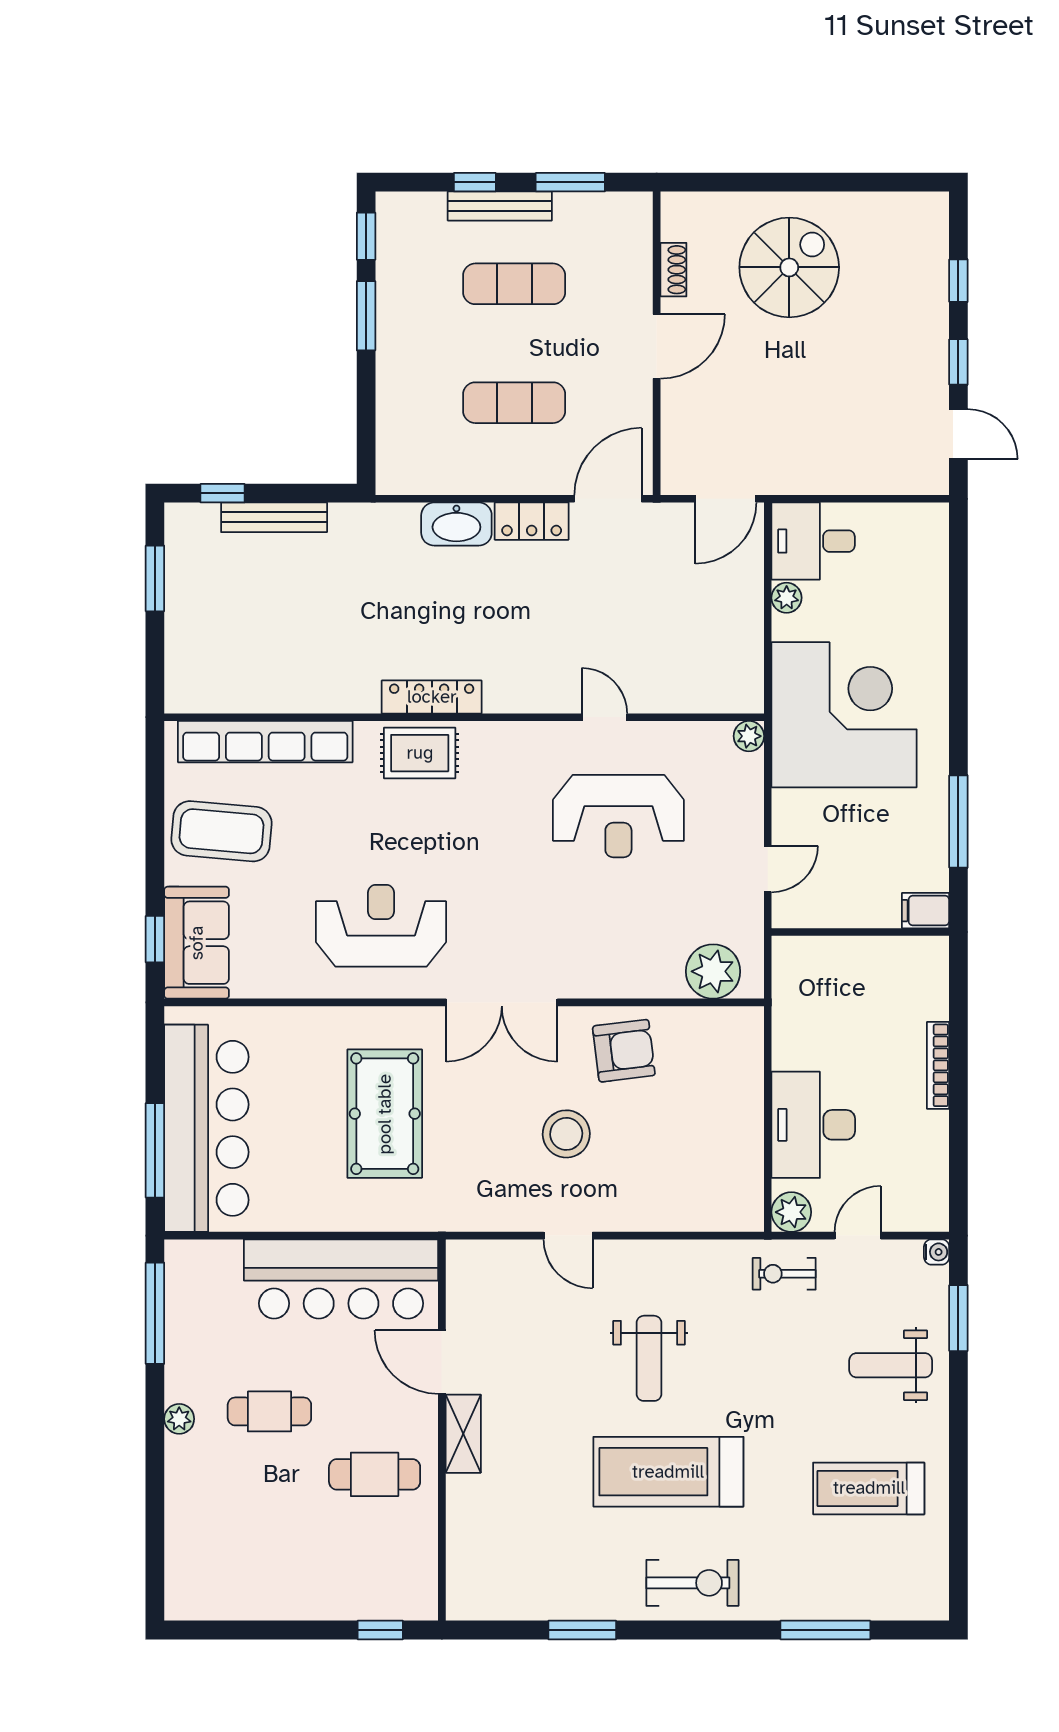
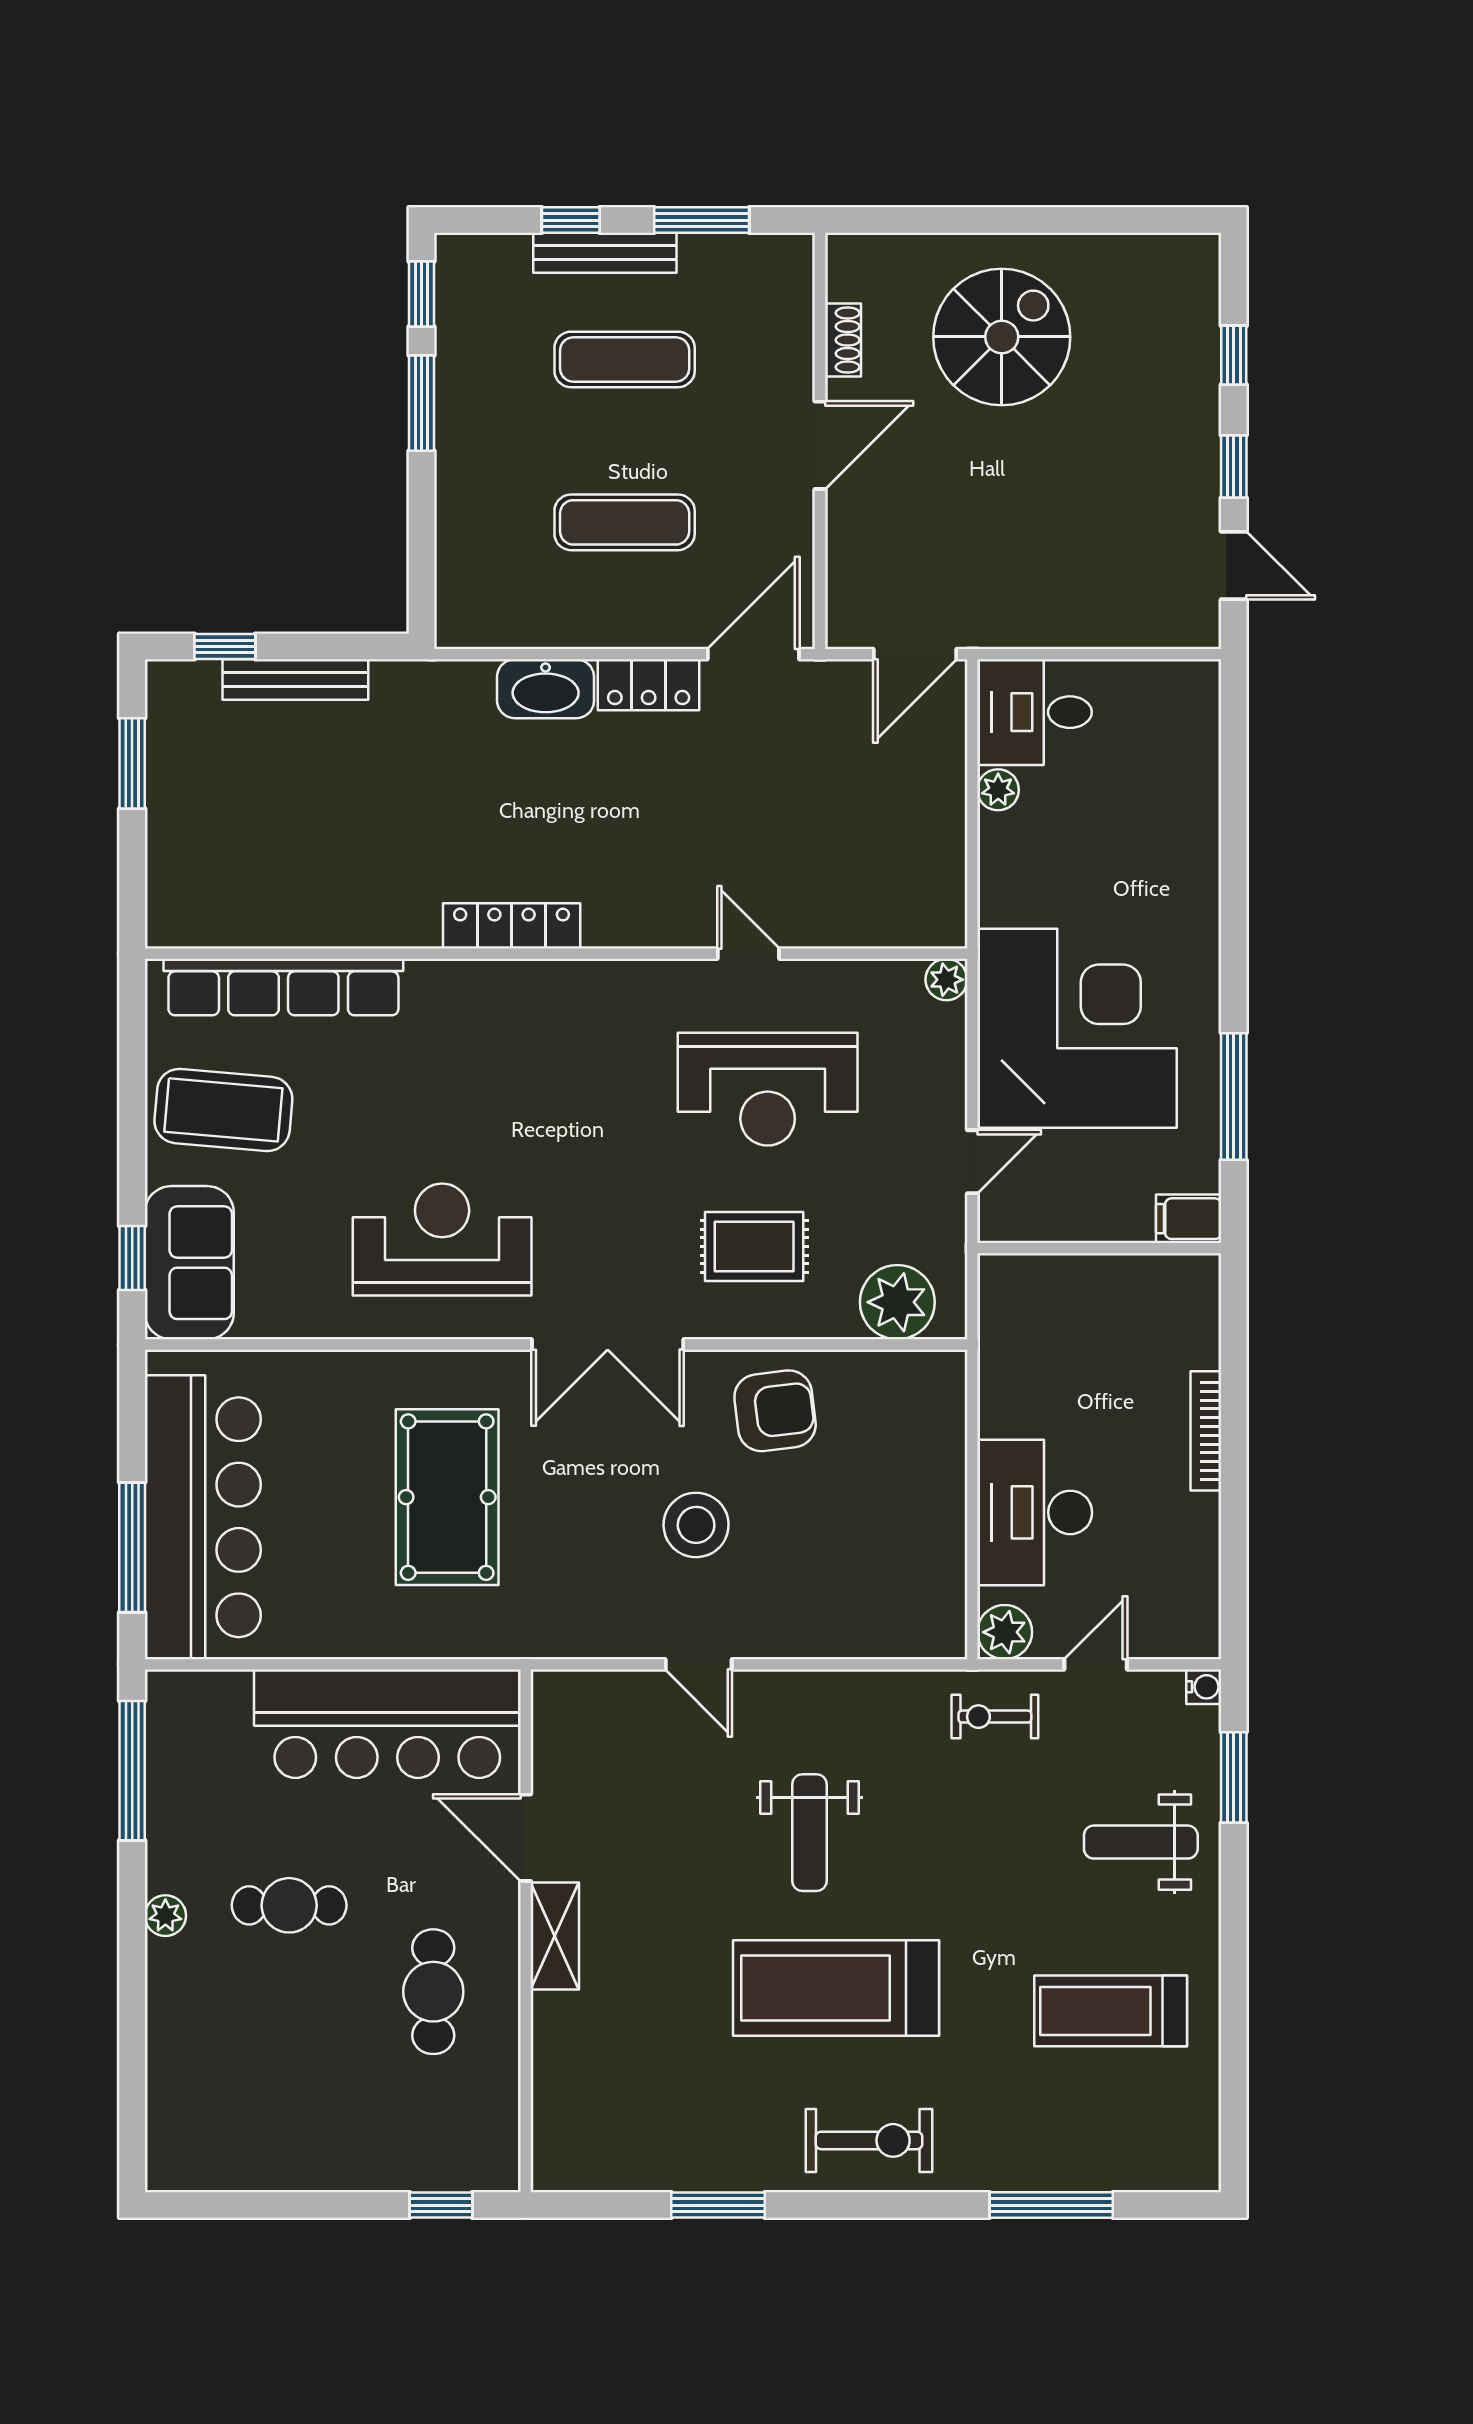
corner desk: (844, 715) -> (1077, 1028), moved
rug: (420, 753) -> (754, 1246), moved
cafe table: (375, 1474) -> (433, 1992), turned 90

